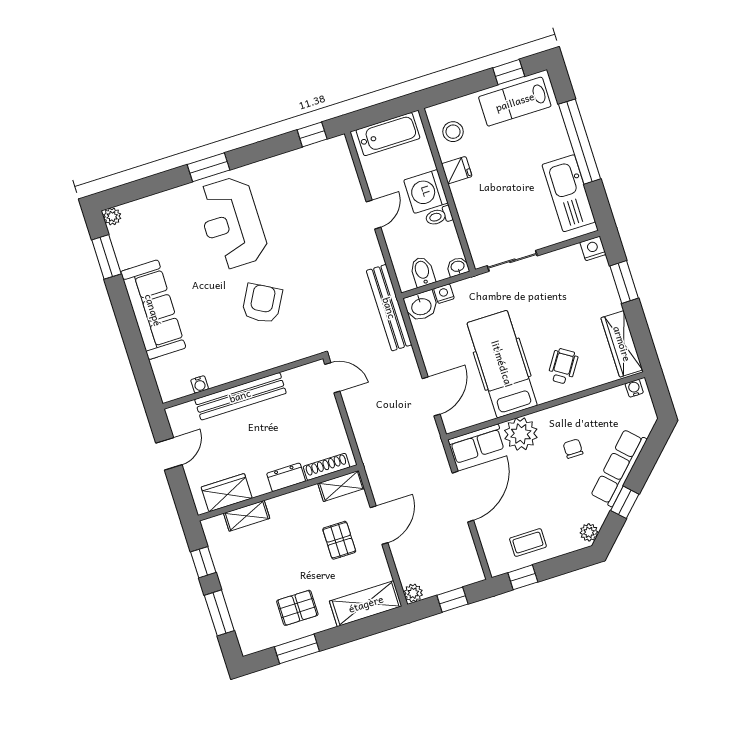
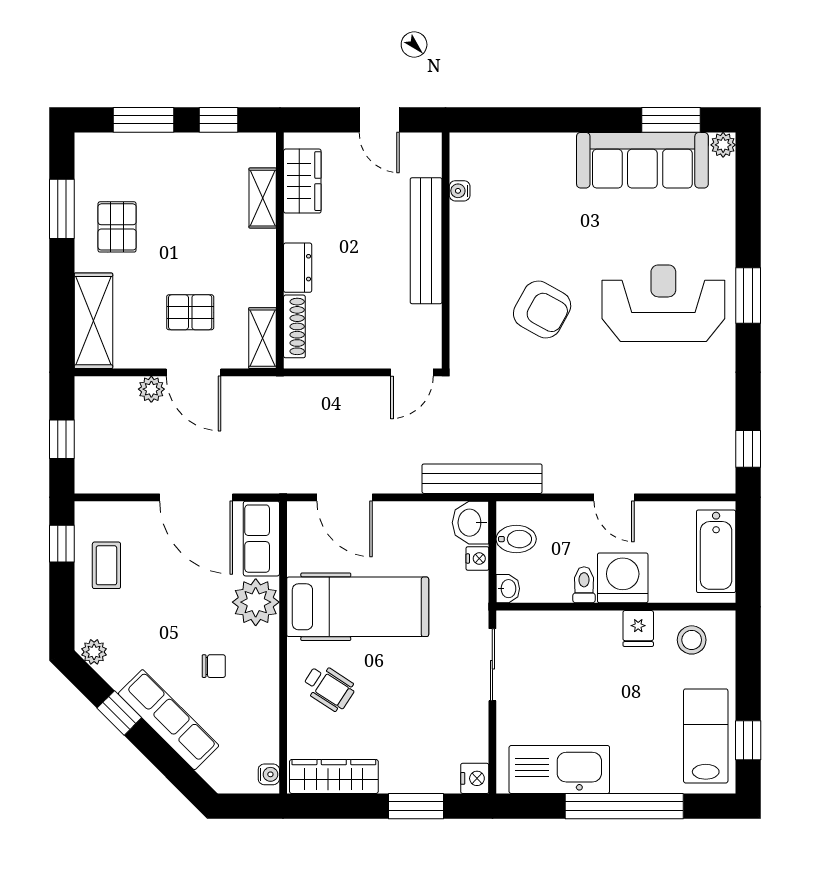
sofa: (153, 310) -> (642, 160), moved
plant: (413, 593) -> (151, 389), moved

